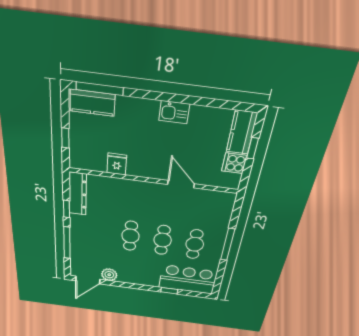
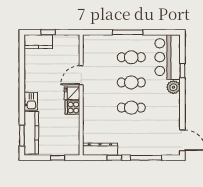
window: (100, 89) -> (22, 136), width x0.69
kitchen counter: (92, 103) -> (31, 133), width x1.50
kitchen sink: (174, 112) -> (31, 101), moved
cooker: (234, 163) -> (73, 108), moved, turned 90
fridge: (117, 164) -> (72, 93), moved
plant: (109, 275) -> (173, 87), moved

